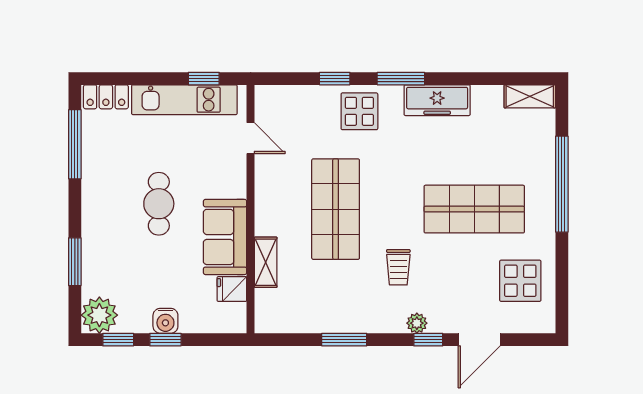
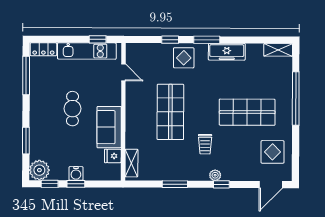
shelving: (266, 262) -> (131, 163), moved
door: (479, 340) -> (271, 185), moved

